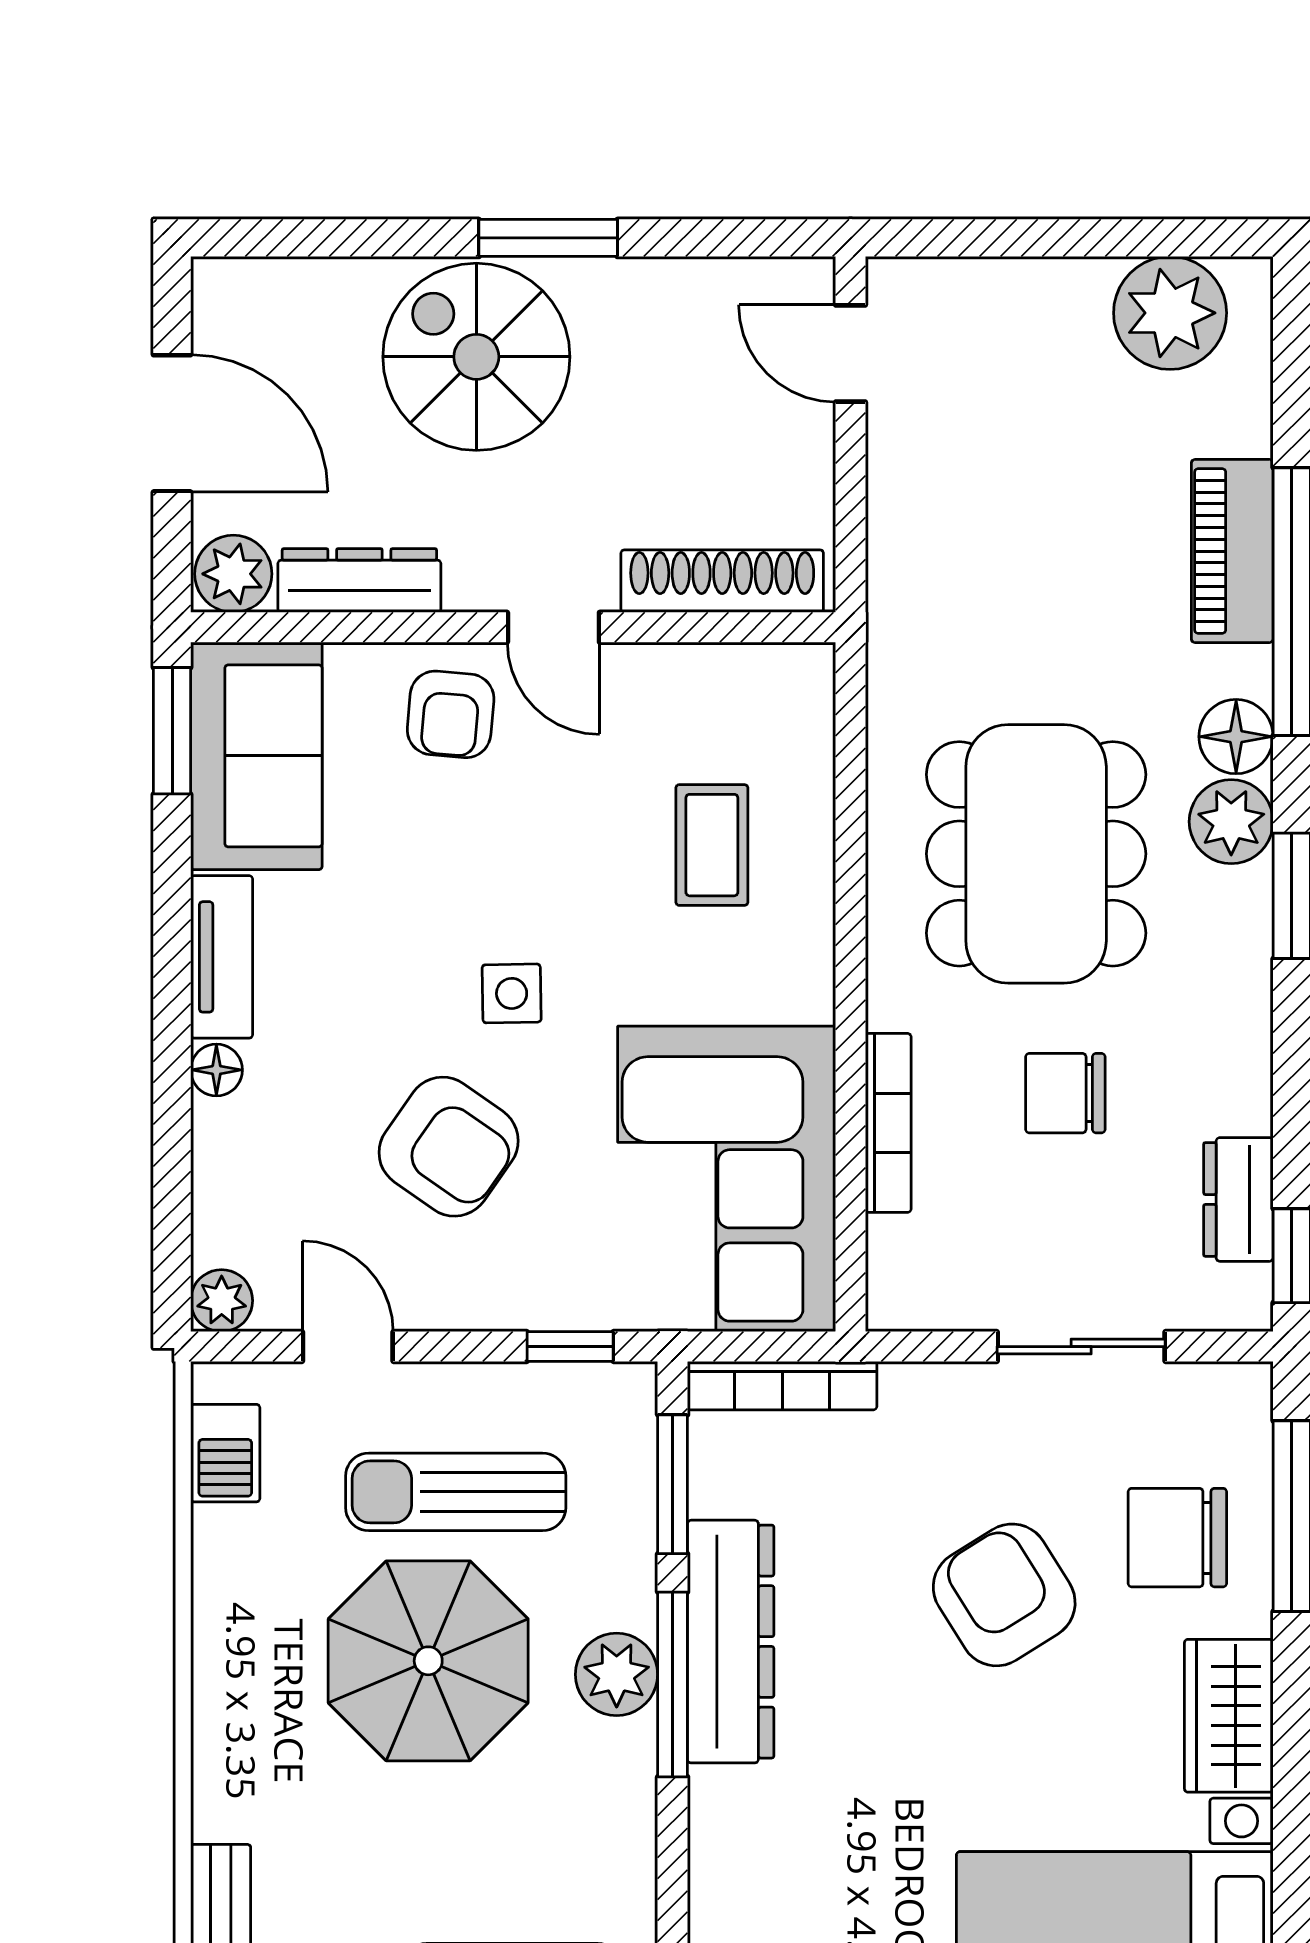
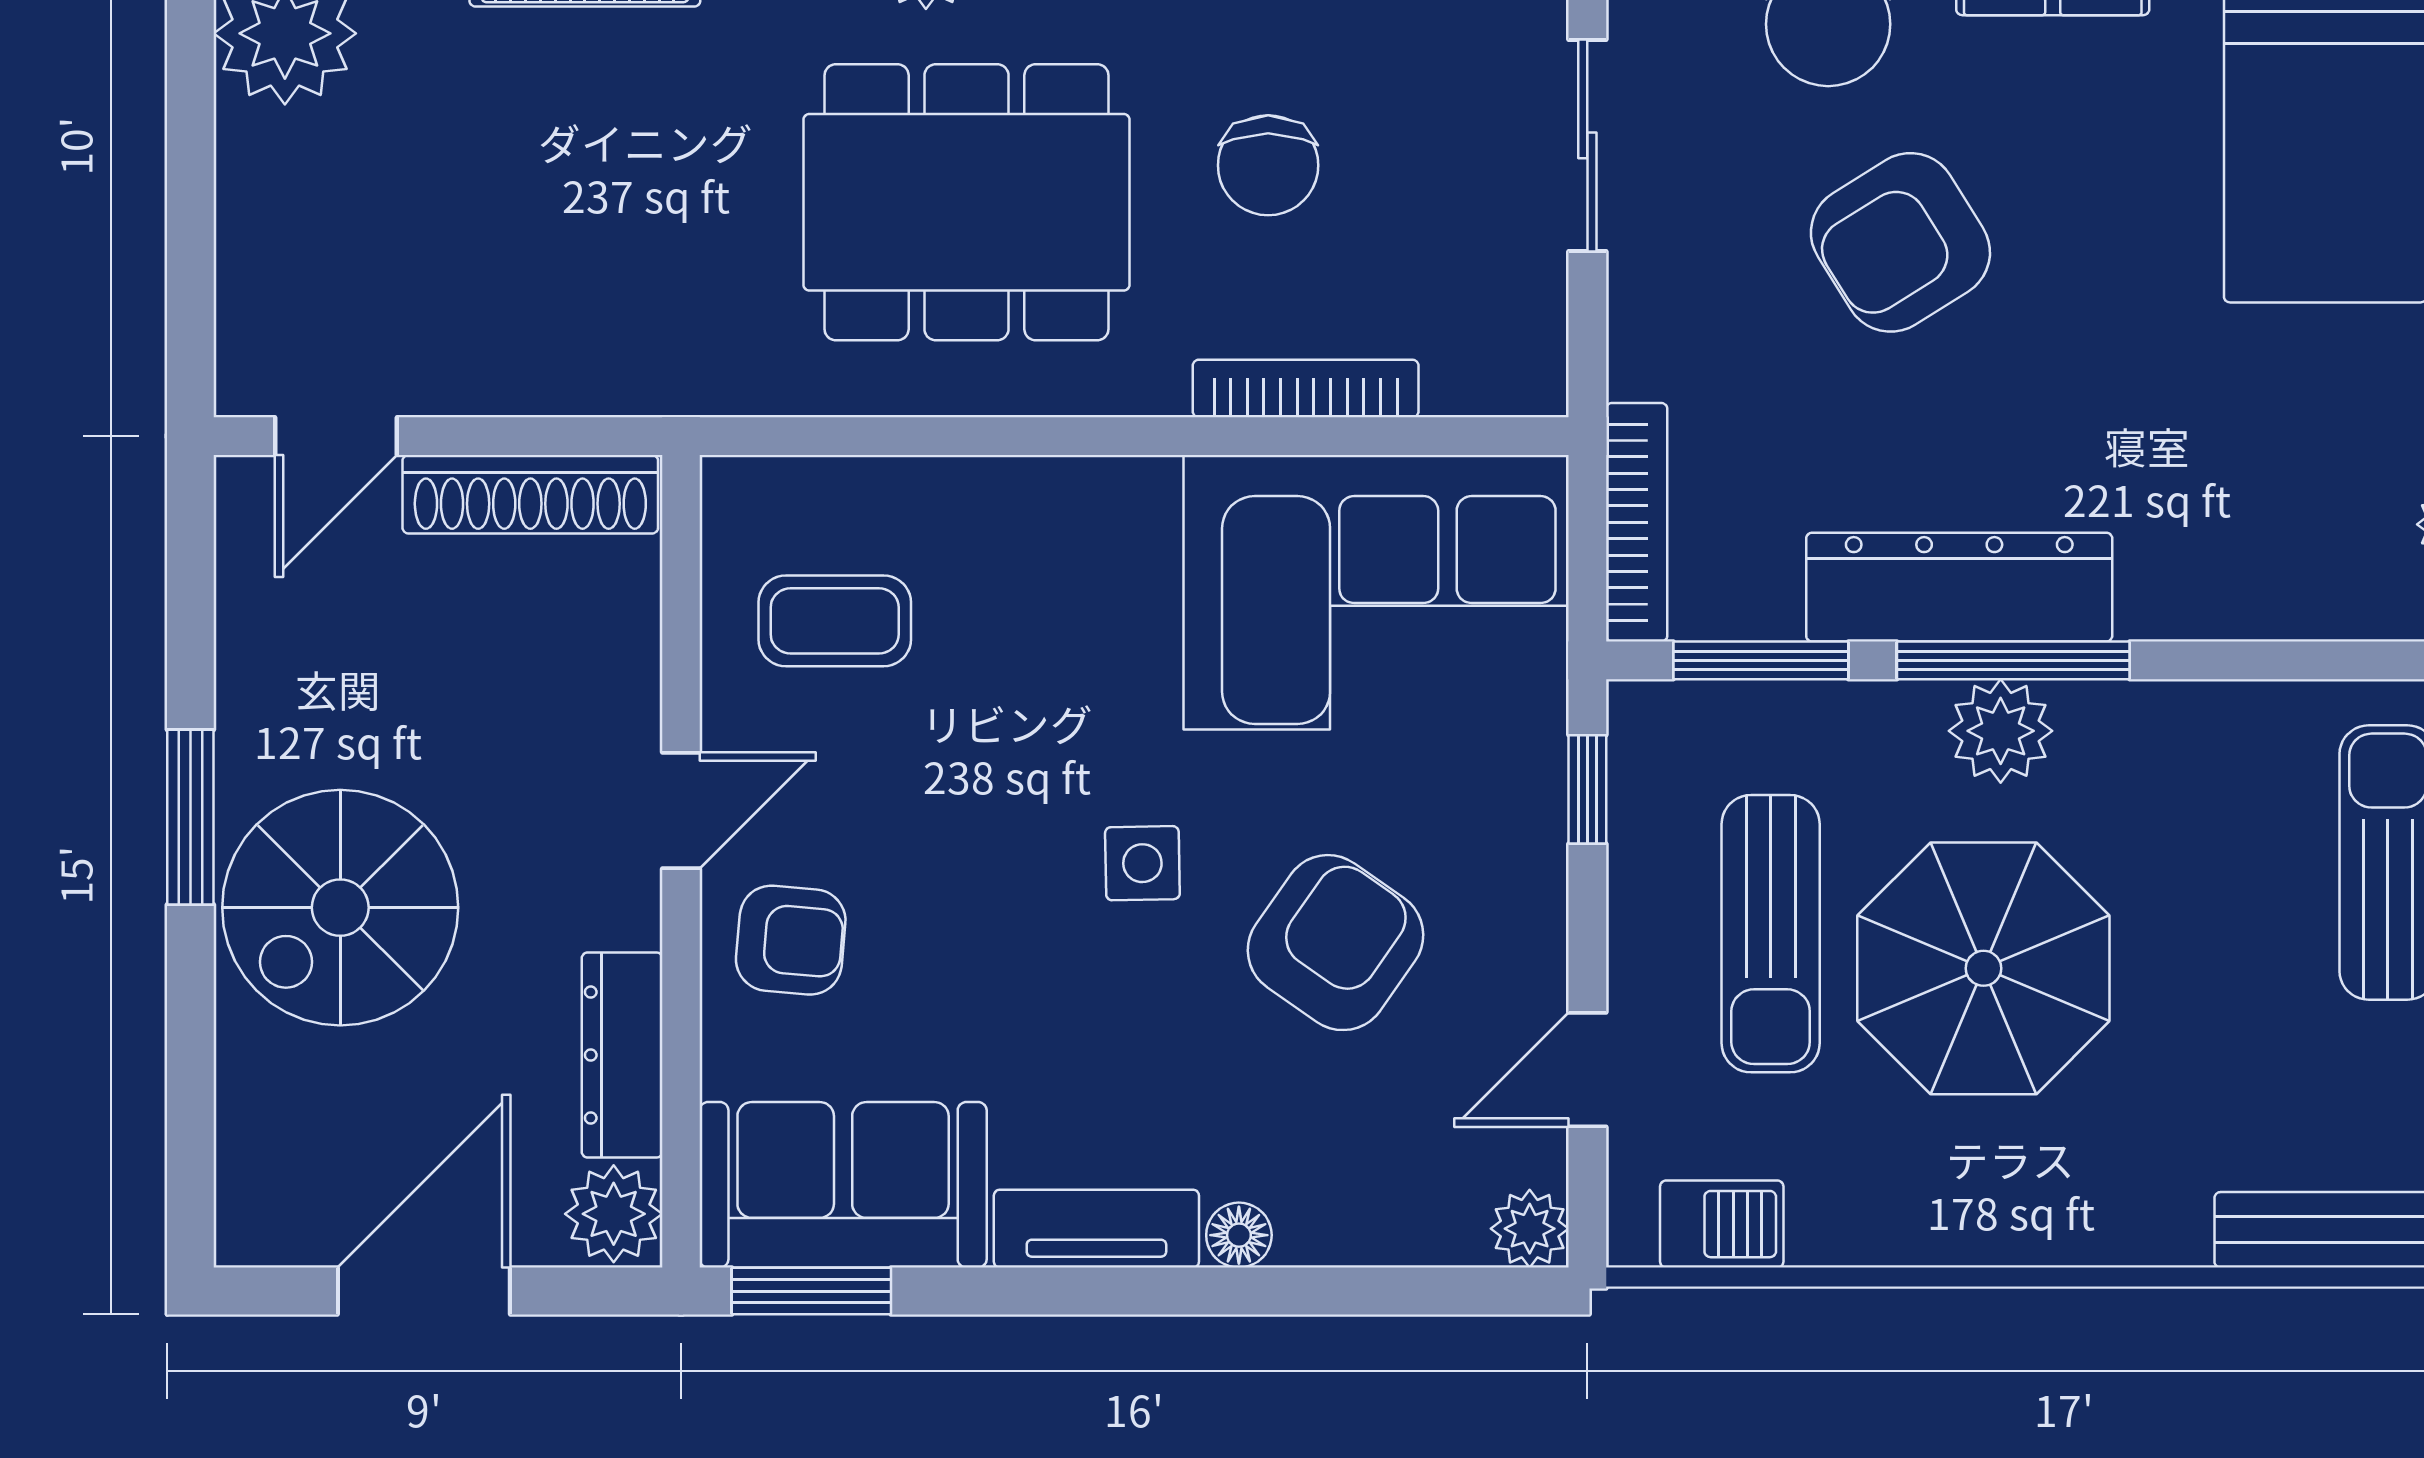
shoe rack: (722, 581) -> (530, 494), moved, turned -90
coffee table: (712, 845) -> (835, 621), moved

